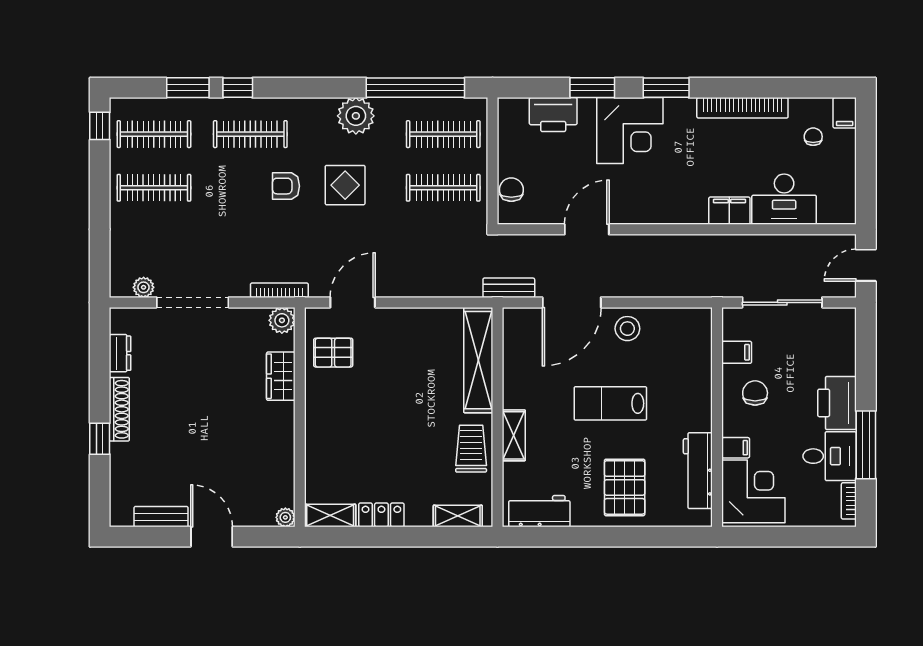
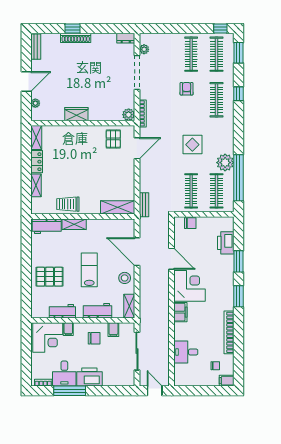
window: (188, 88) -> (238, 53), moved
plant: (356, 116) -> (225, 163), moved
corner desk: (630, 131) -> (189, 286), moved, turned 180
armchair: (286, 186) -> (187, 89), moved
desk: (784, 199) -> (186, 352), width x0.73
filing cabinet: (729, 211) -> (180, 312), moved
bench: (509, 288) -> (144, 205), moved
door: (353, 302) -> (137, 148), hinge flipped
shelving: (687, 319) -> (129, 306), added
dresser: (120, 353) -> (126, 38), moved
shelving: (478, 360) -> (118, 207), width x0.68
wardrobe: (281, 376) -> (76, 114), moved
workbench: (697, 386) -> (98, 311), added
shoe rack: (119, 409) -> (76, 38), moved
trolley: (471, 449) -> (68, 204), turned 180
workbench: (698, 471) -> (62, 311), width x0.73
workbench: (539, 511) -> (47, 226), moved, turned 90
shelving: (458, 516) -> (36, 185), moved
bench: (161, 517) -> (36, 47), moved
plant: (285, 517) -> (35, 103), moved

